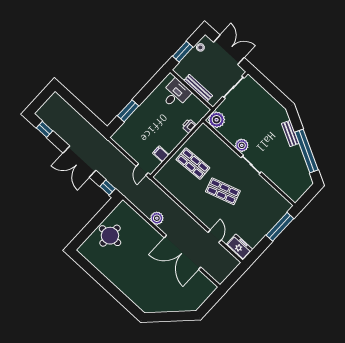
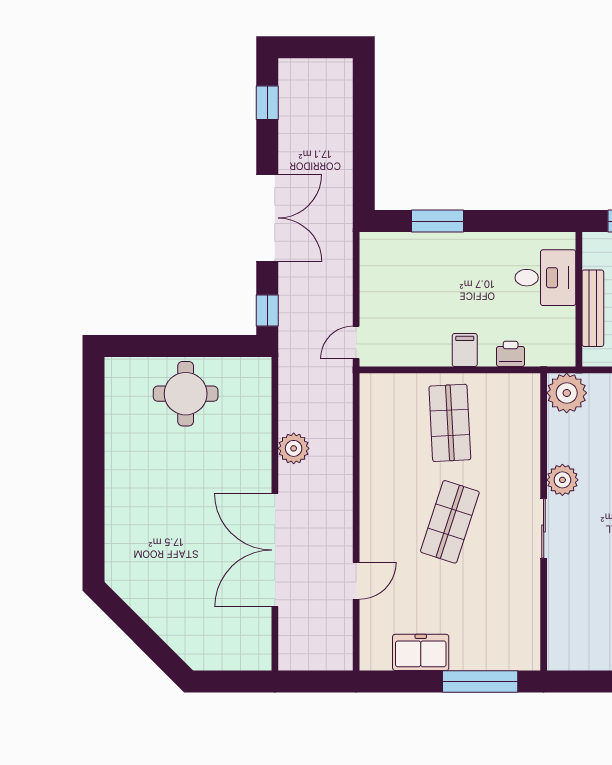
filing cabinet: (161, 154) -> (465, 350), moved
double door: (79, 162) -> (267, 218), swing flipped
shop shelf: (223, 191) -> (450, 522), turned 36
freezer: (239, 247) -> (421, 652), moved, turned -90

